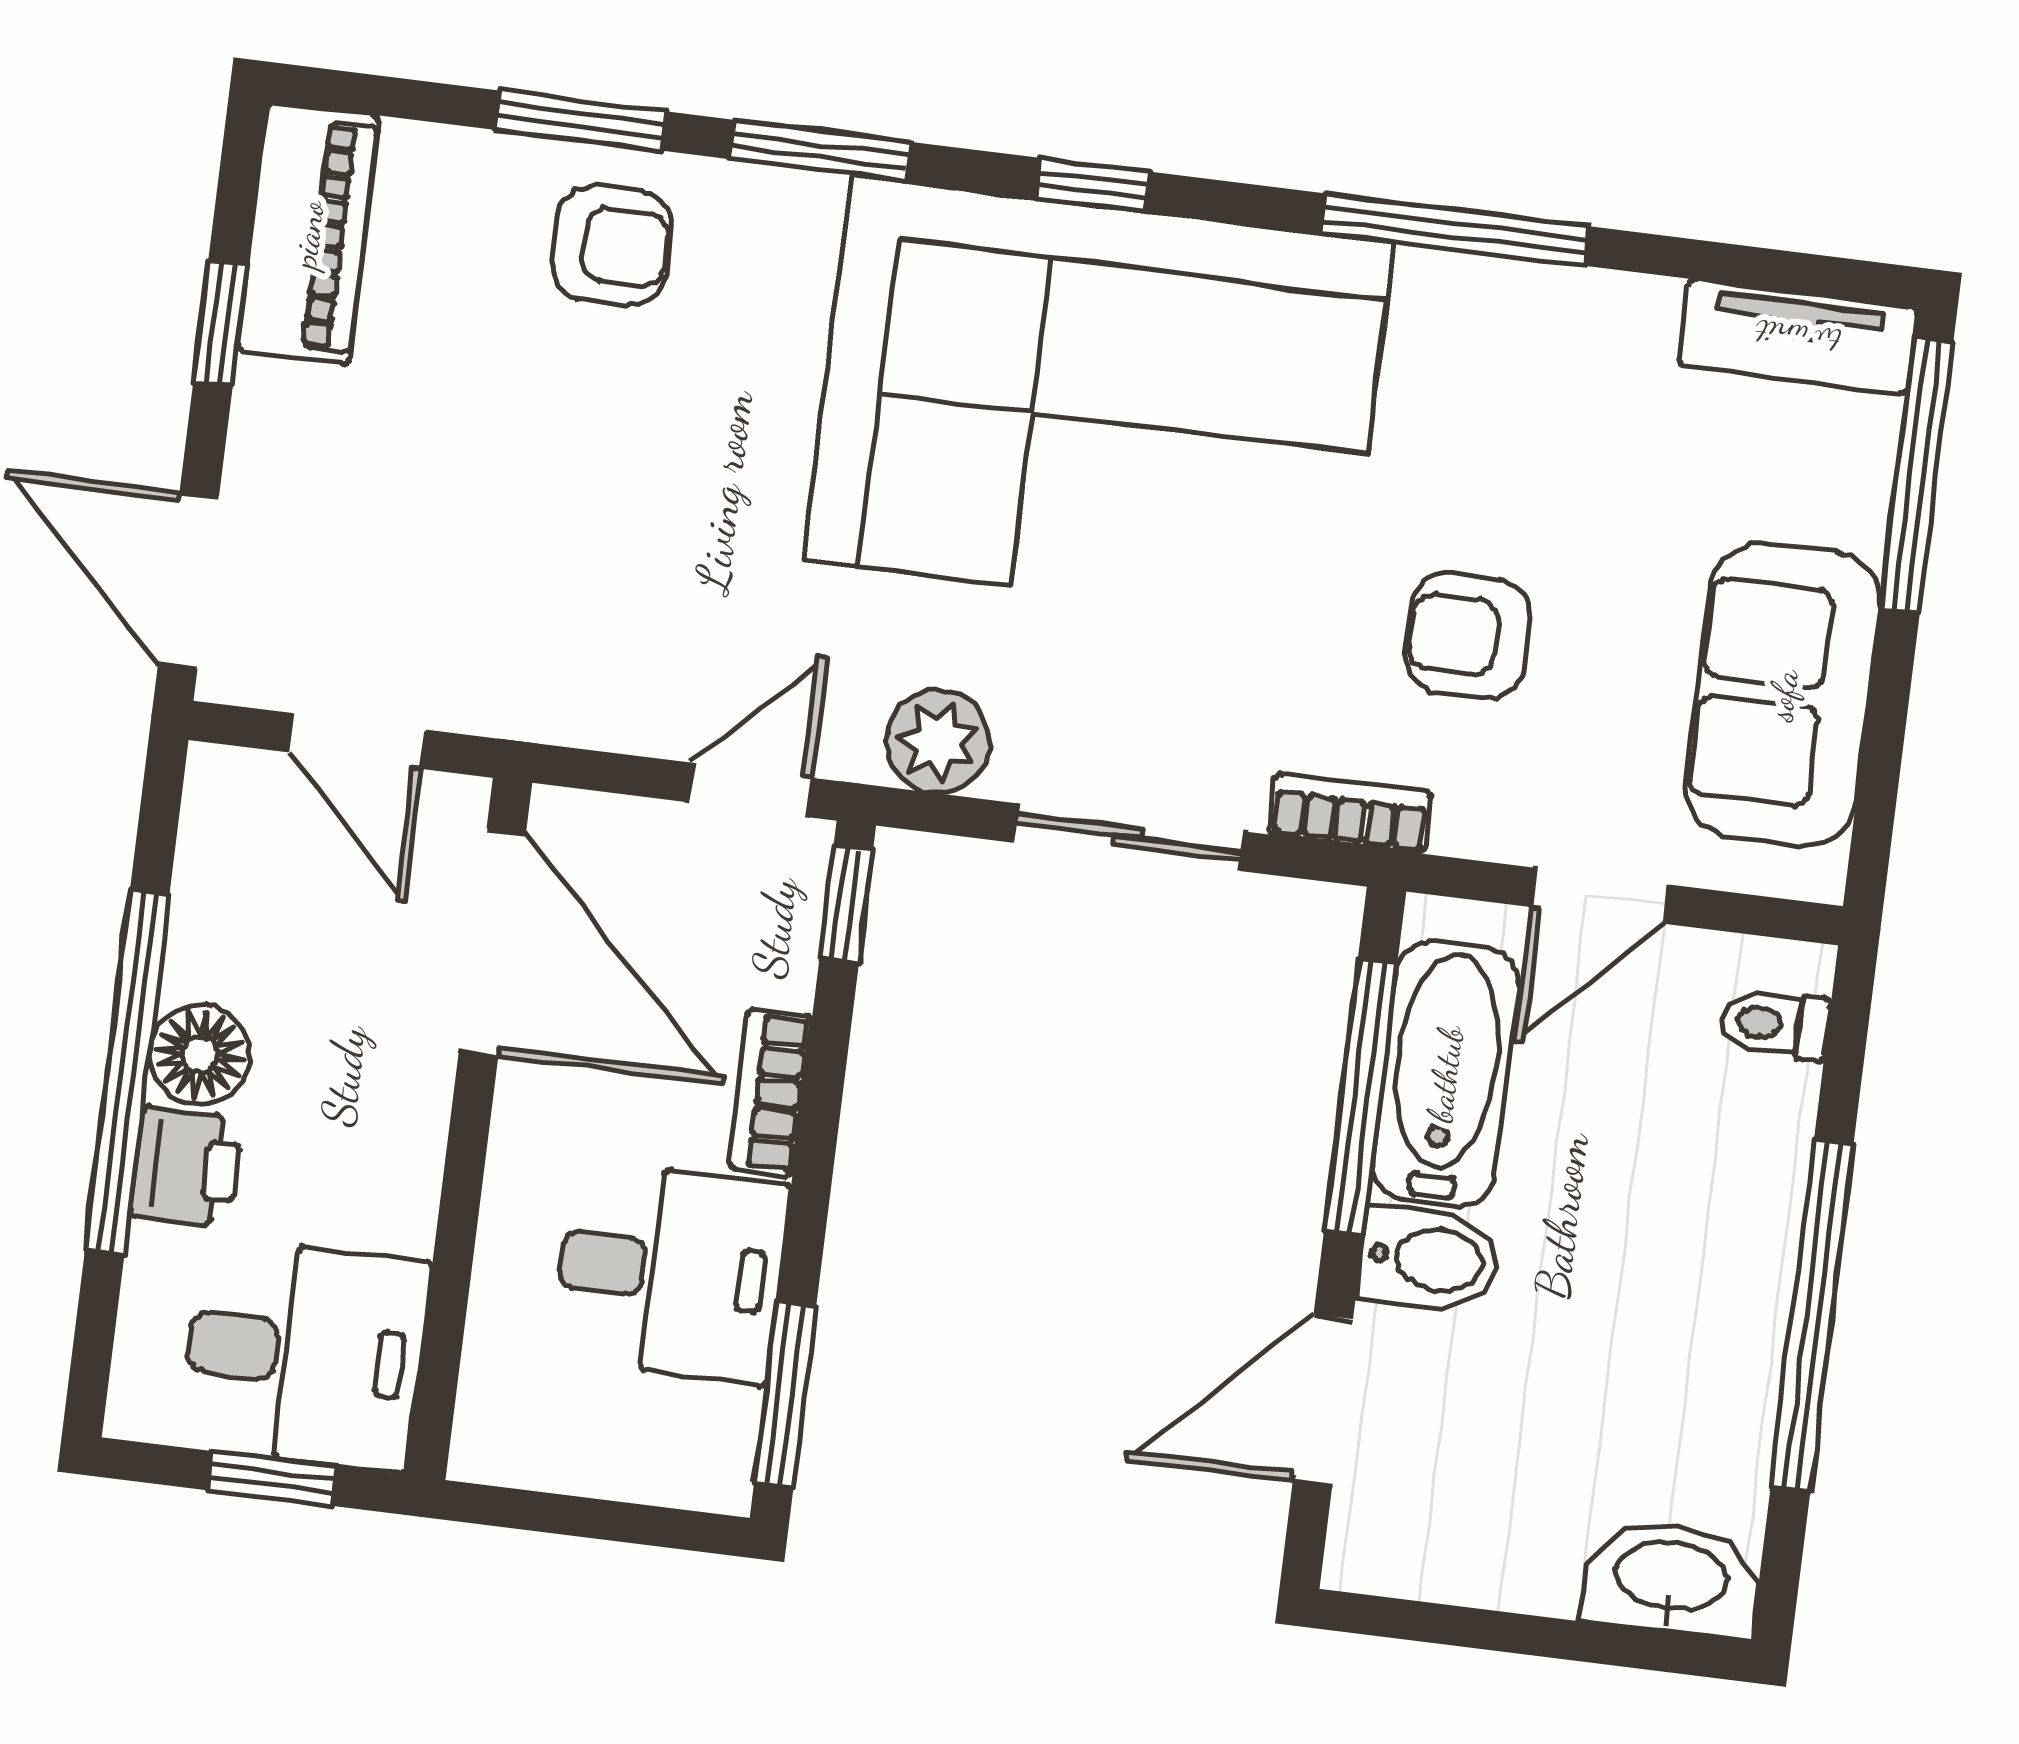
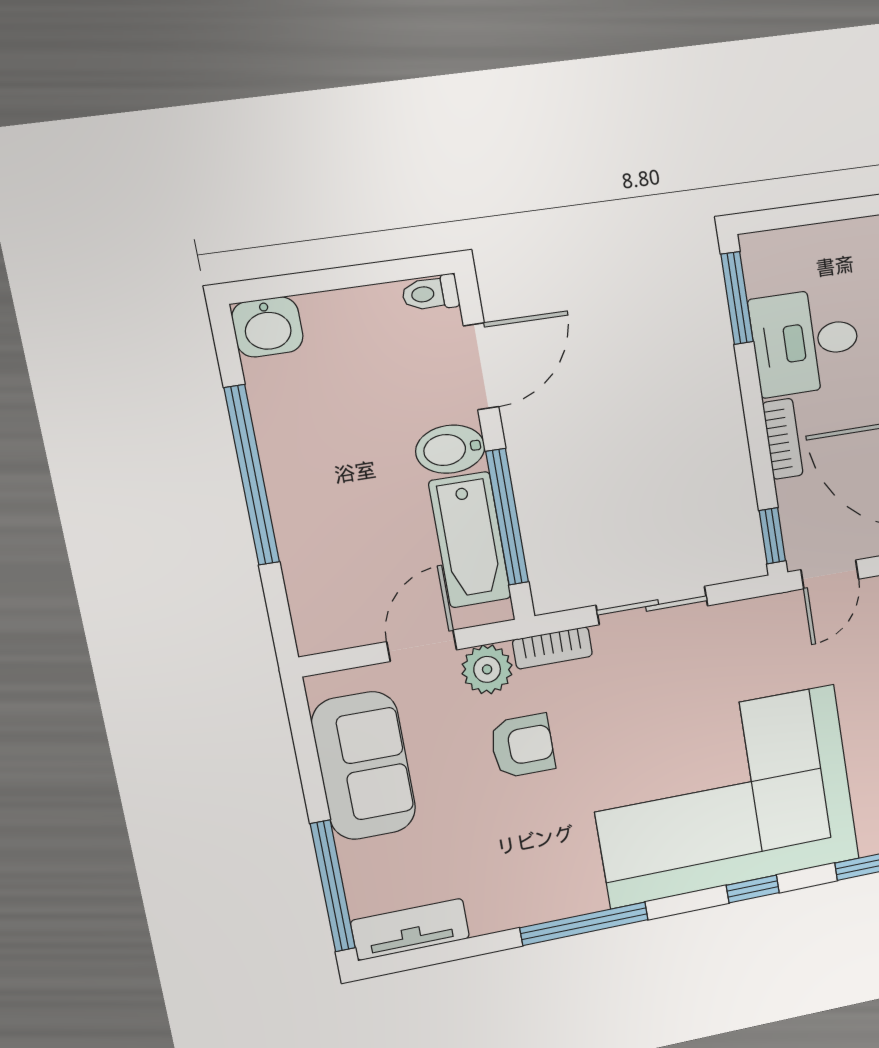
plant: (938, 741) -> (487, 669), moved
toilet: (1775, 1024) -> (430, 293), moved, turned 180
washbasin: (1671, 1579) -> (267, 327), width x0.72

